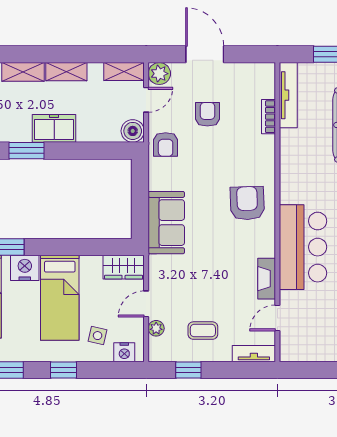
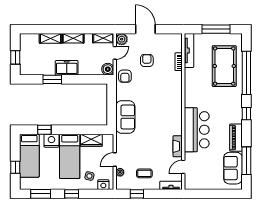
armchair: (247, 203) -> (168, 107), removed
wardrobe: (124, 267) -> (91, 140), moved

